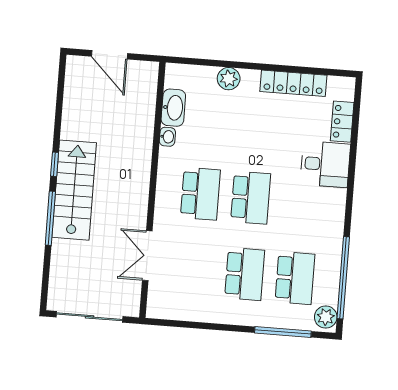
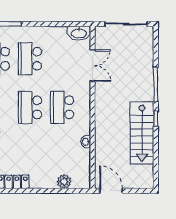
door: (110, 55) -> (111, 191), moved
plant: (229, 79) -> (64, 182), moved
washbasin: (173, 108) -> (79, 33), moved, turned -90
stairs: (74, 190) -> (142, 133), moved

